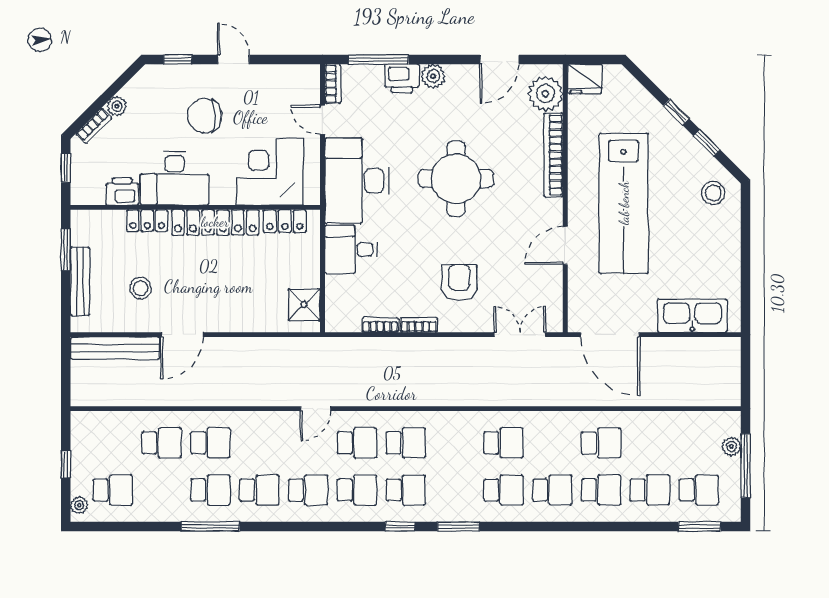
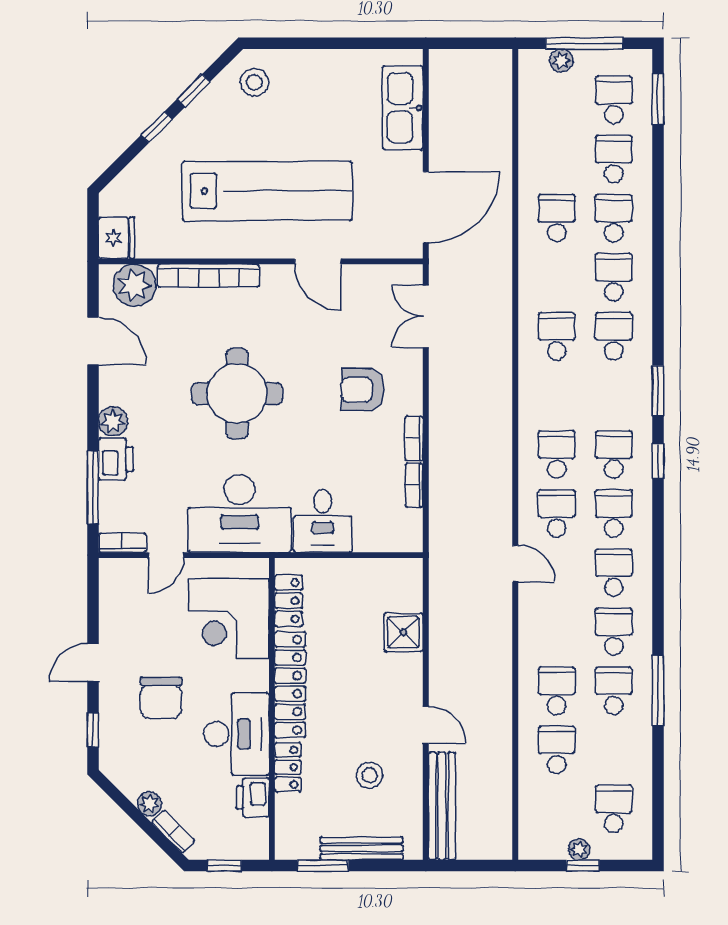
shower: (304, 305) -> (404, 632), moved
door: (182, 335) -> (426, 725), width x0.73
plant: (79, 505) -> (579, 849), moved

